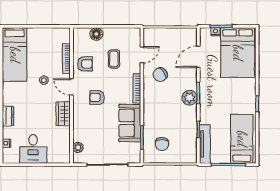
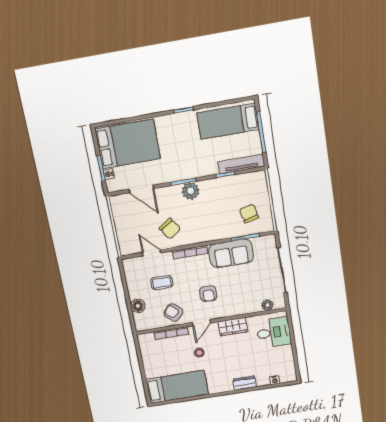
armchair: (85, 64) -> (173, 313), turned -49
chair: (162, 144) -> (249, 213), turned -103
desk: (33, 149) -> (274, 332), moved

